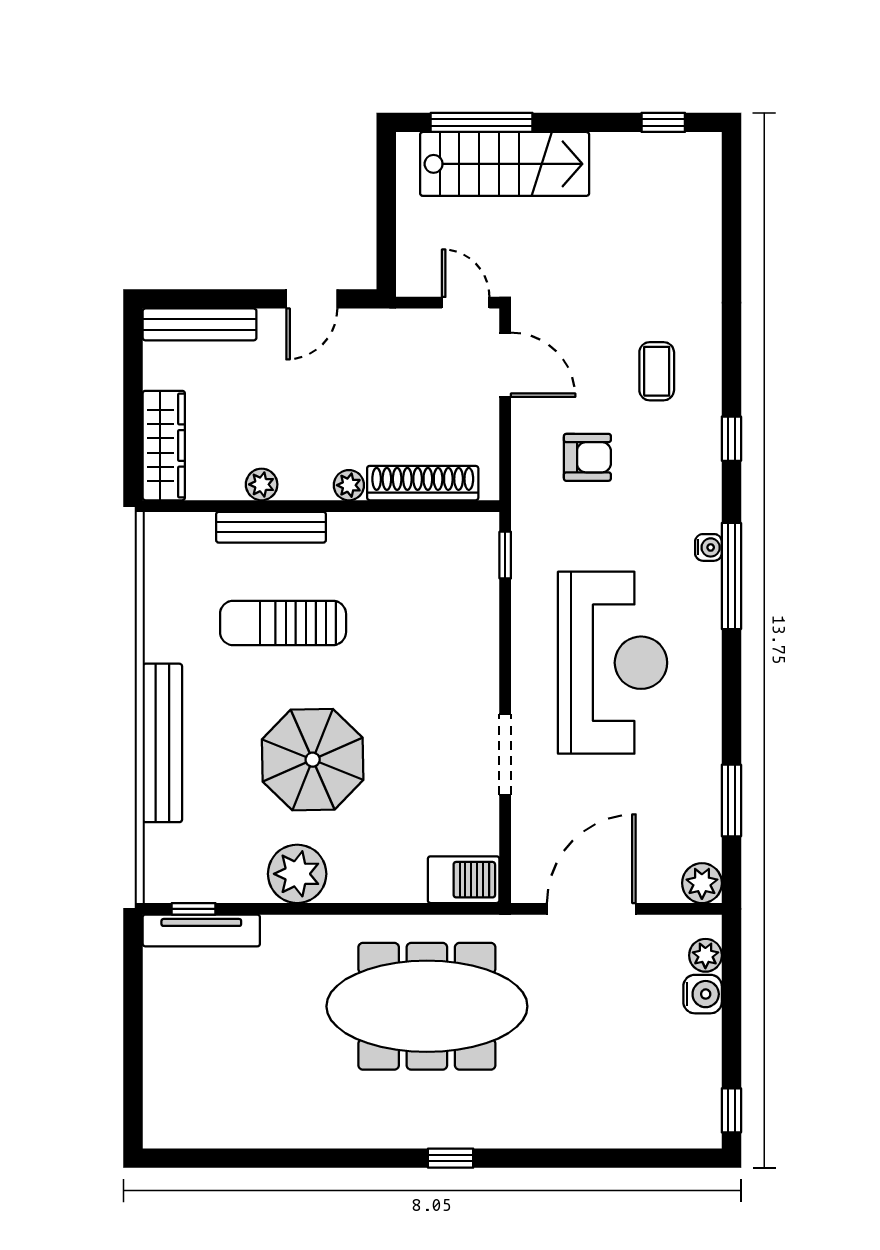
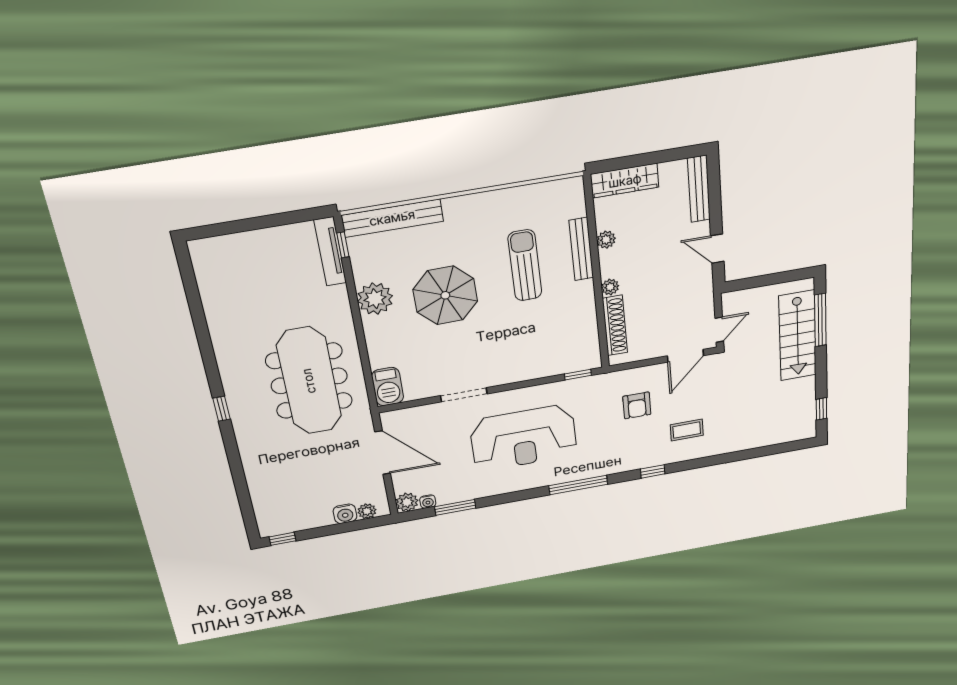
water cooler: (708, 547) -> (428, 502), moved
bench: (162, 743) -> (392, 218), moved

